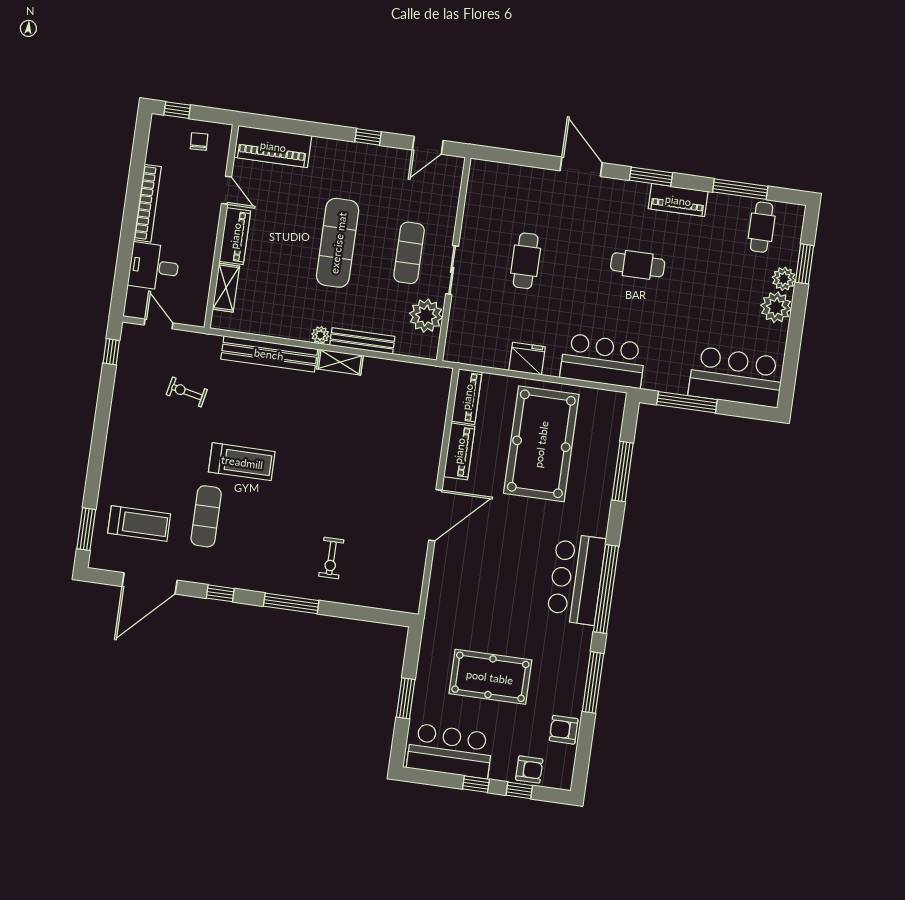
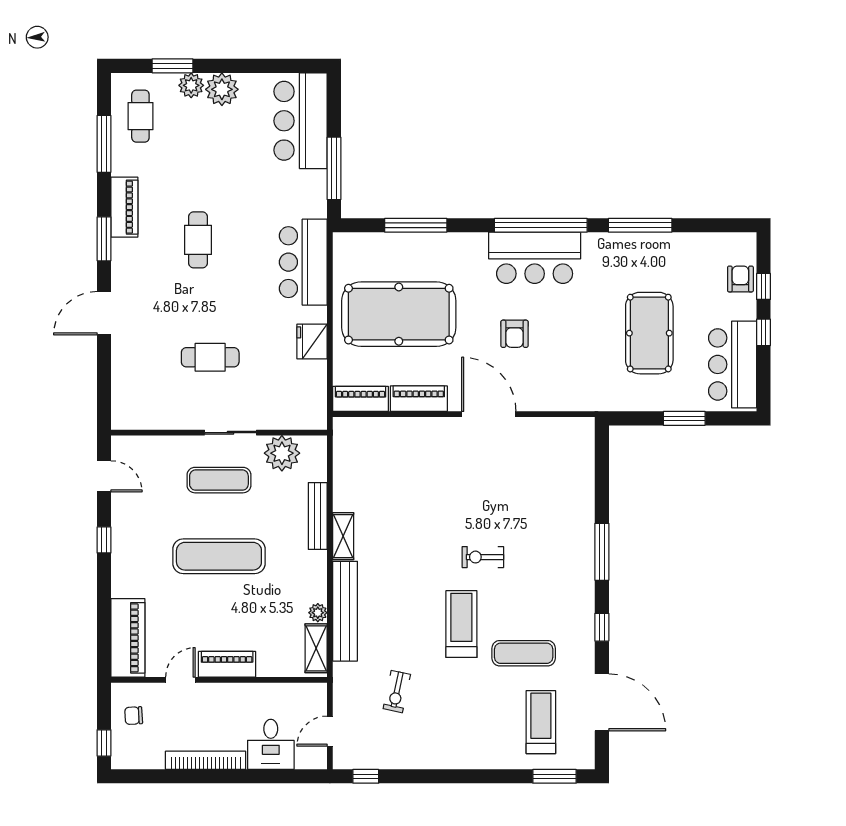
cafe table: (762, 227) -> (140, 116), turned 90
shelving: (226, 288) -> (316, 648), moved, turned 90
plant: (320, 335) -> (318, 613), moved
exercise bike: (331, 558) -> (483, 557), moved, turned 180
armchair: (564, 730) -> (514, 334), moved

